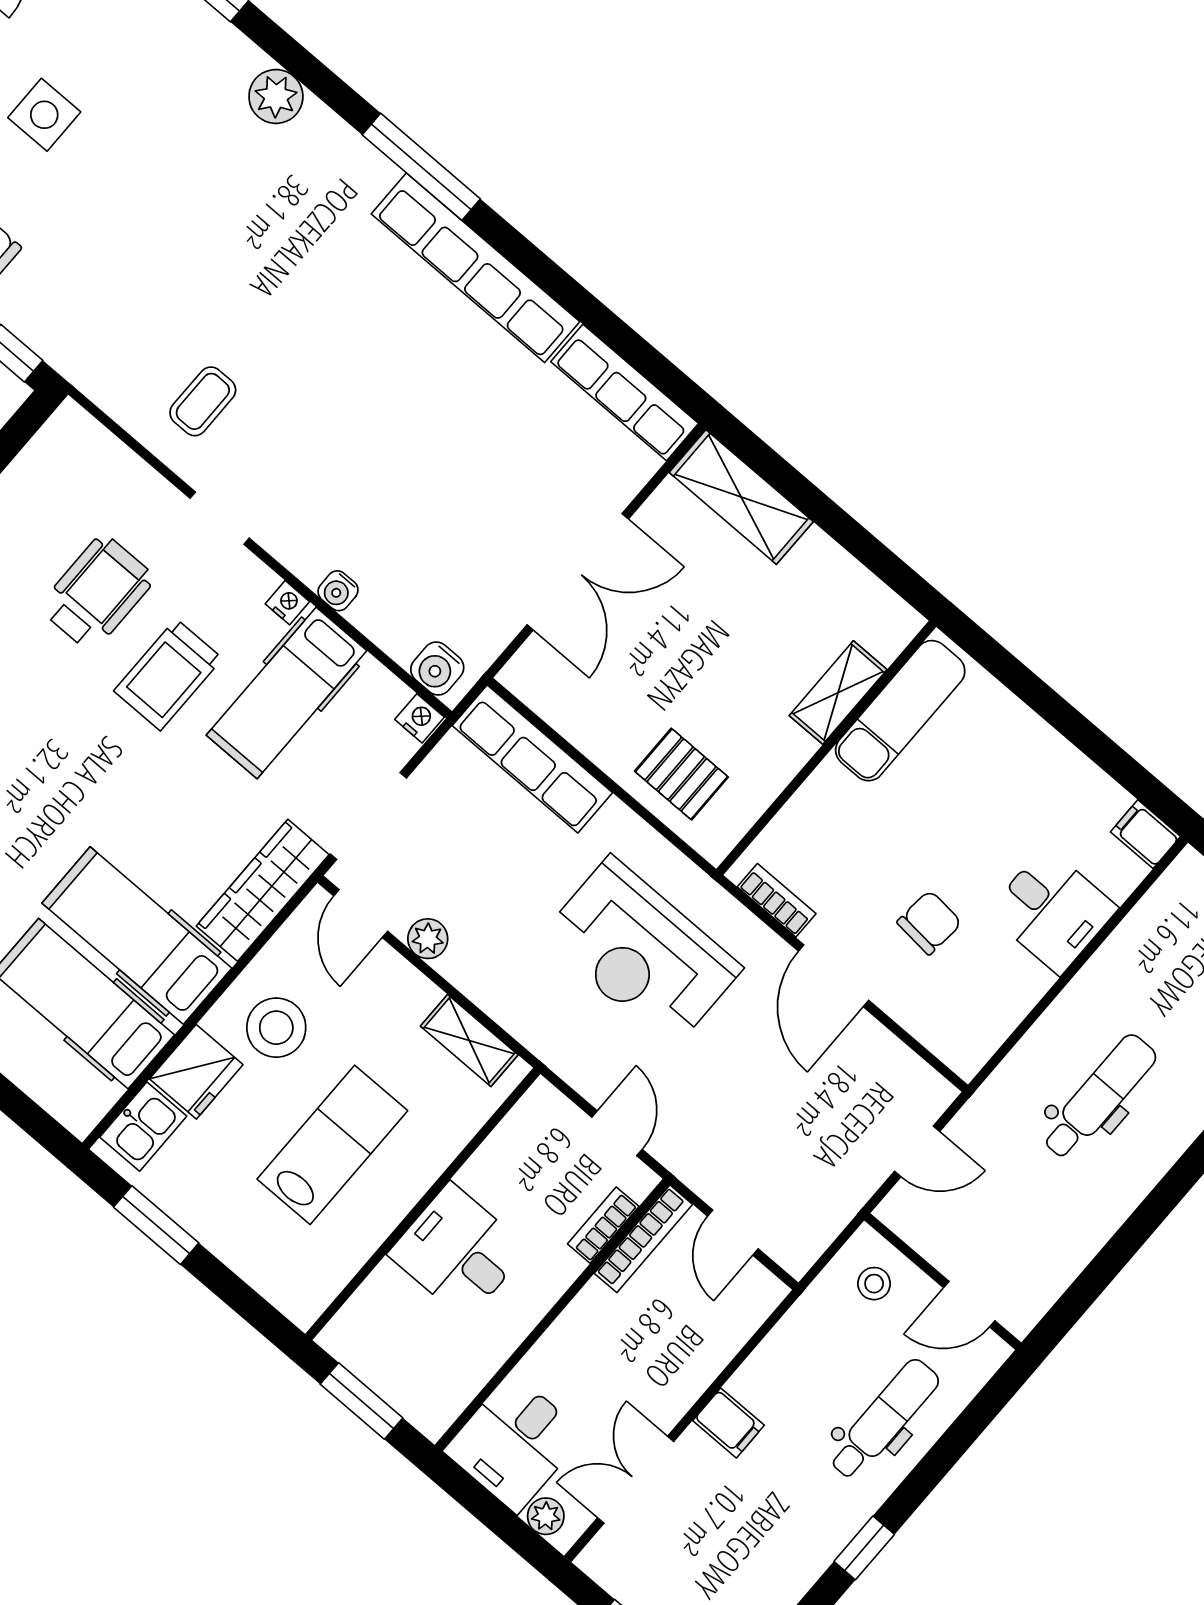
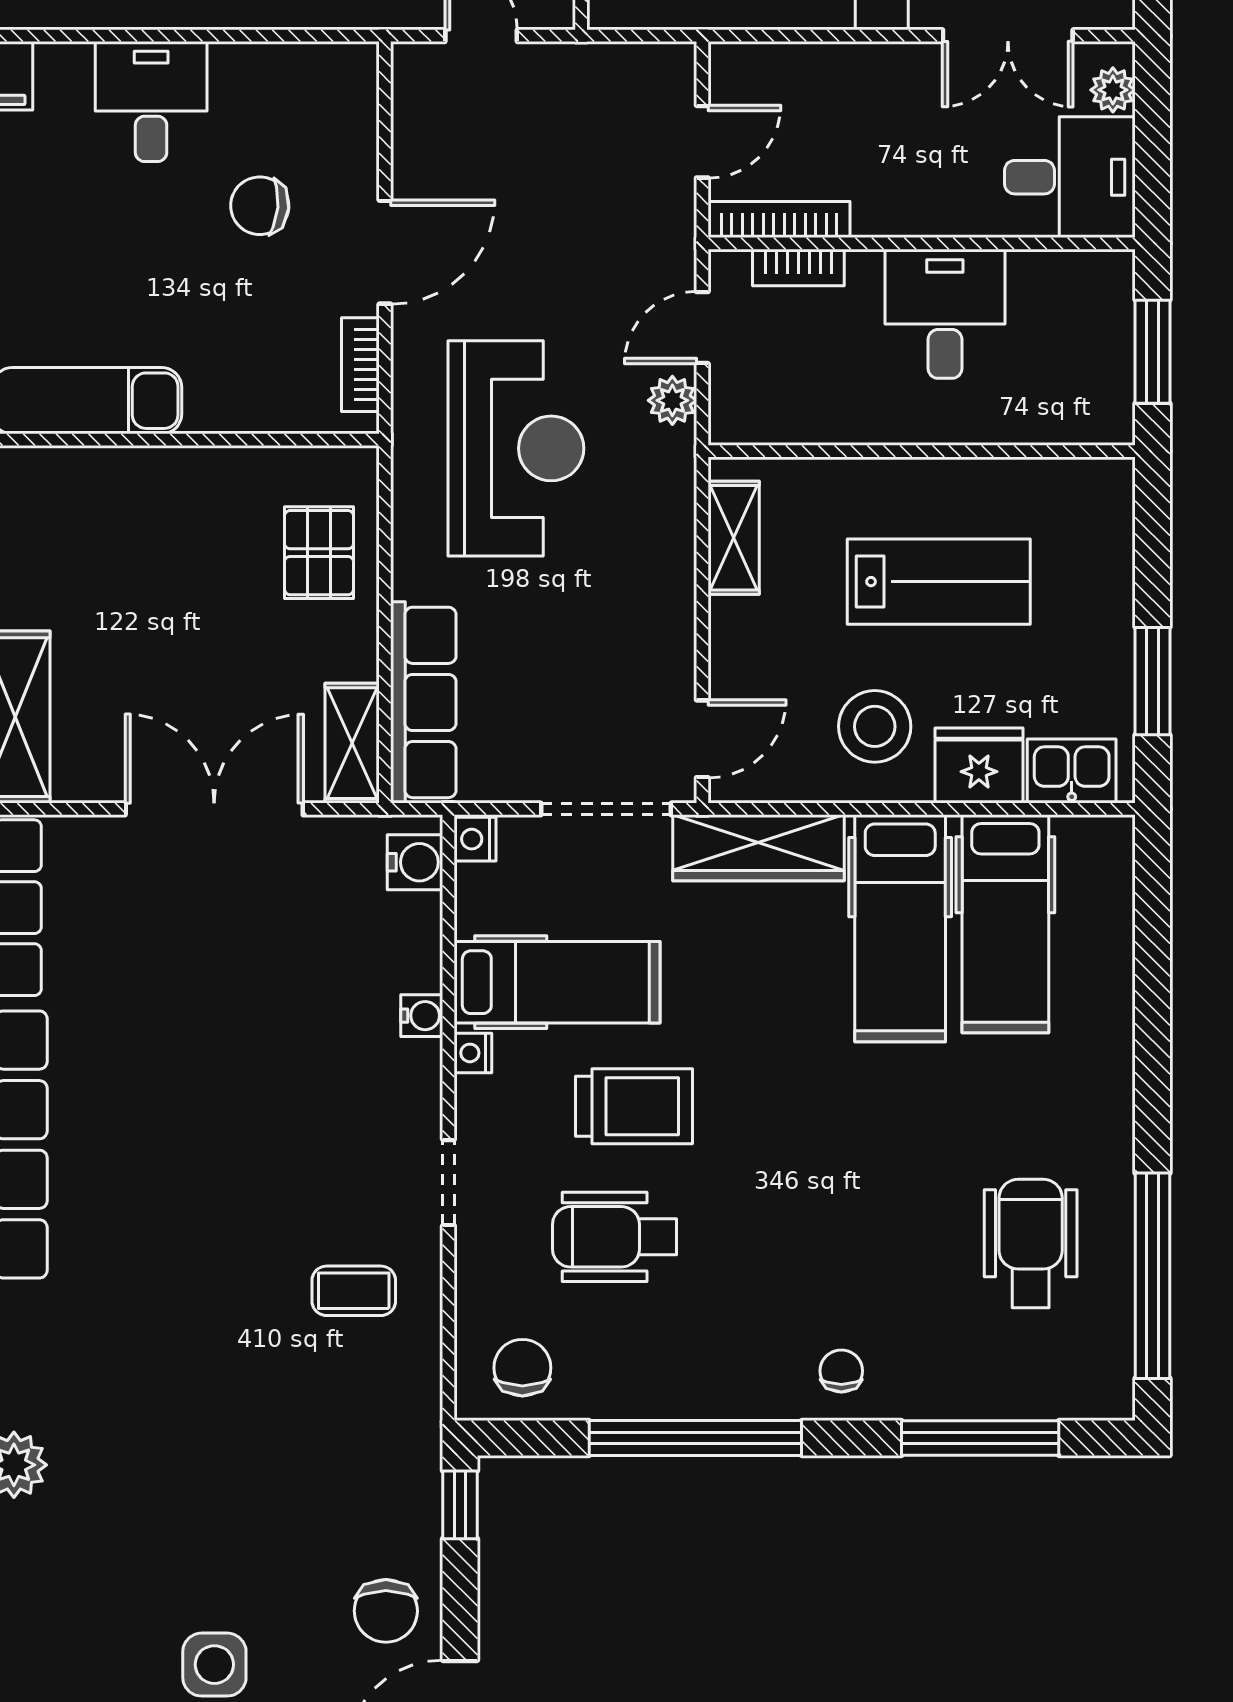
chair: (65, 465) -> (522, 1368), added
shelving: (838, 693) -> (352, 743), moved, turned 90
plant: (428, 939) -> (672, 400), moved
lab bench: (332, 1145) -> (939, 582), turned 180
desk: (458, 1251) -> (945, 314), moved, turned 180

